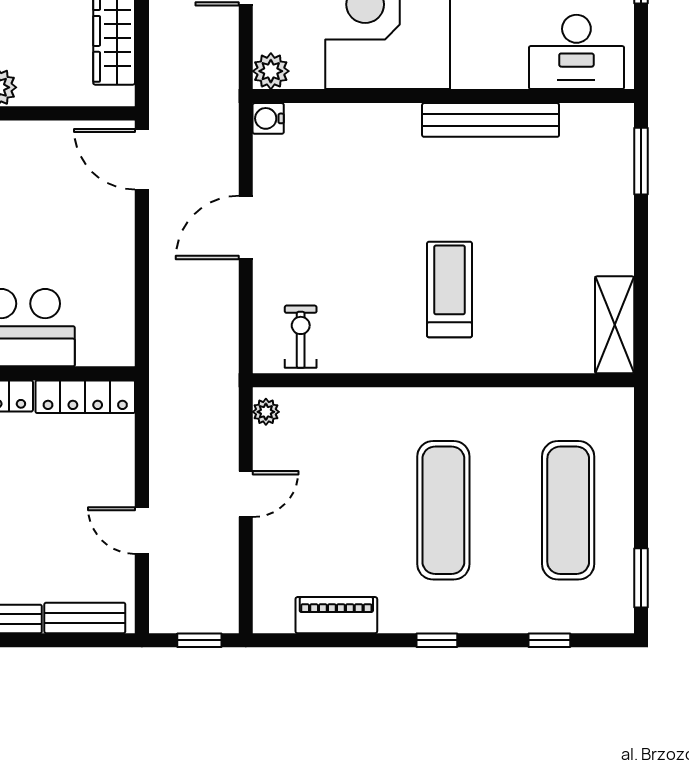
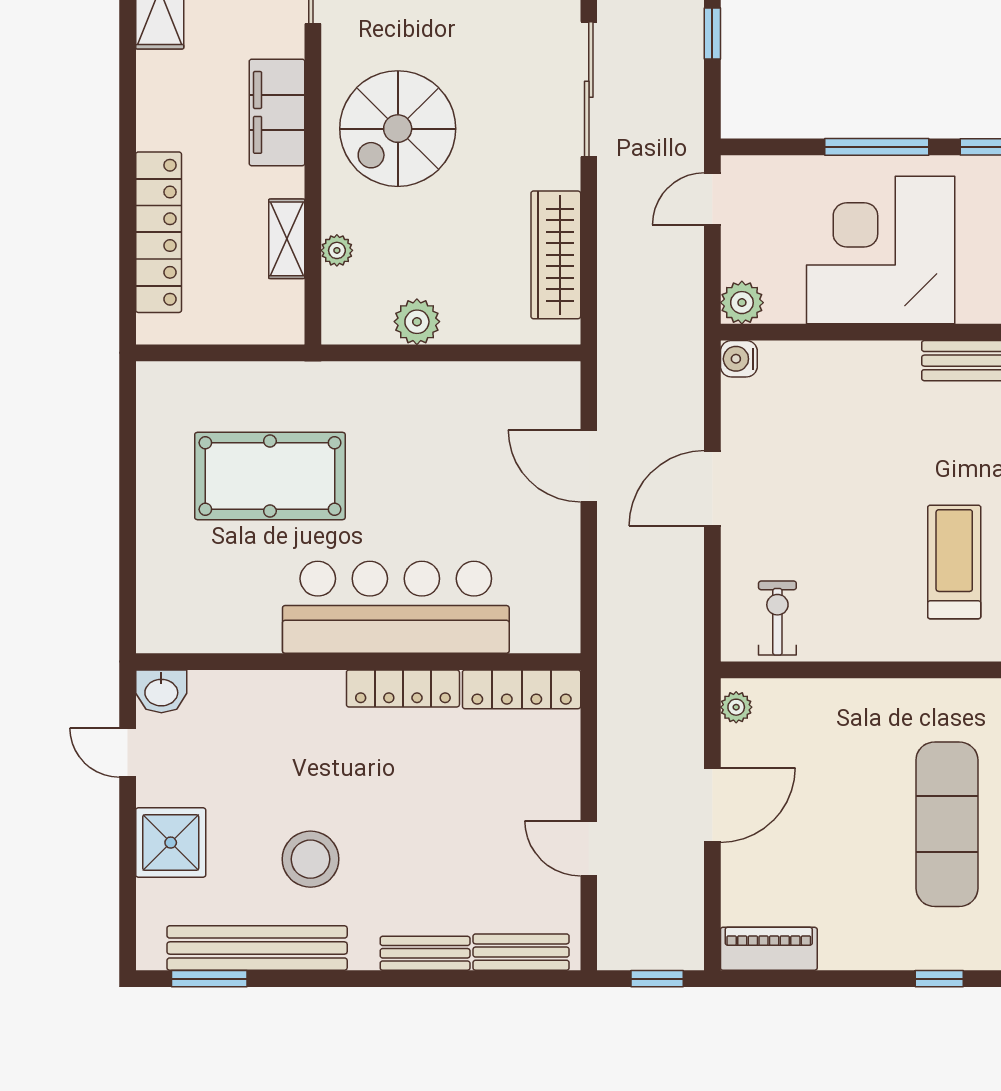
door: (142, 159) -> (589, 466), moved
door: (246, 494) -> (712, 805), width x1.38
piano: (336, 615) -> (769, 949), moved

